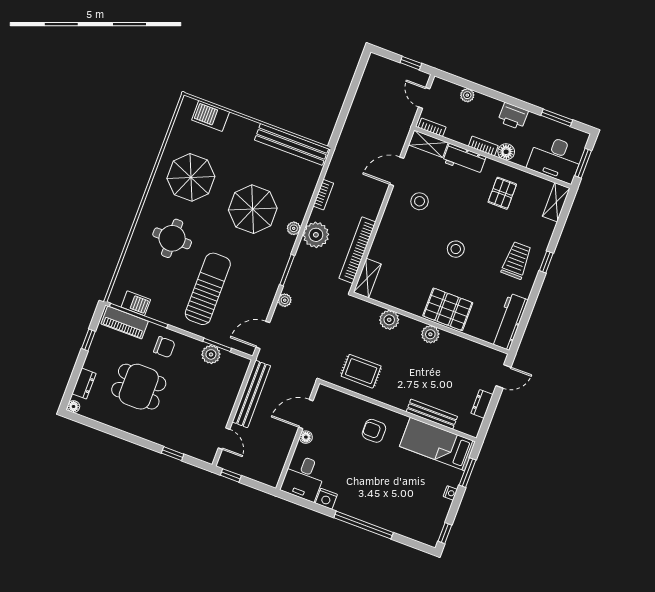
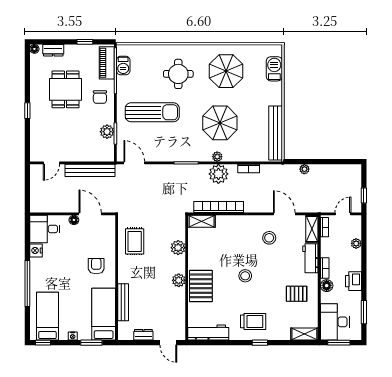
plant: (285, 300) -> (304, 169), moved
window: (173, 454) -> (27, 111), moved
window: (231, 475) -> (27, 177), removed
bed: (414, 515) -> (47, 316), added

